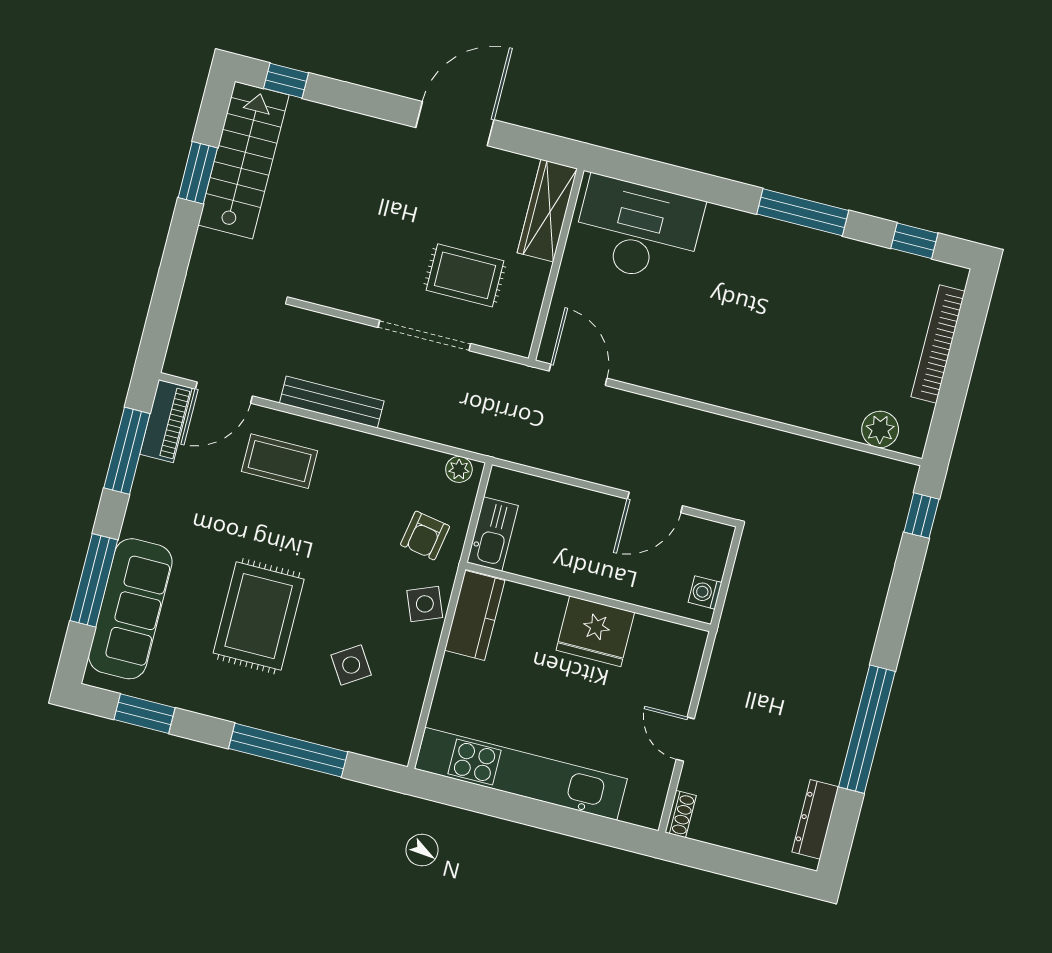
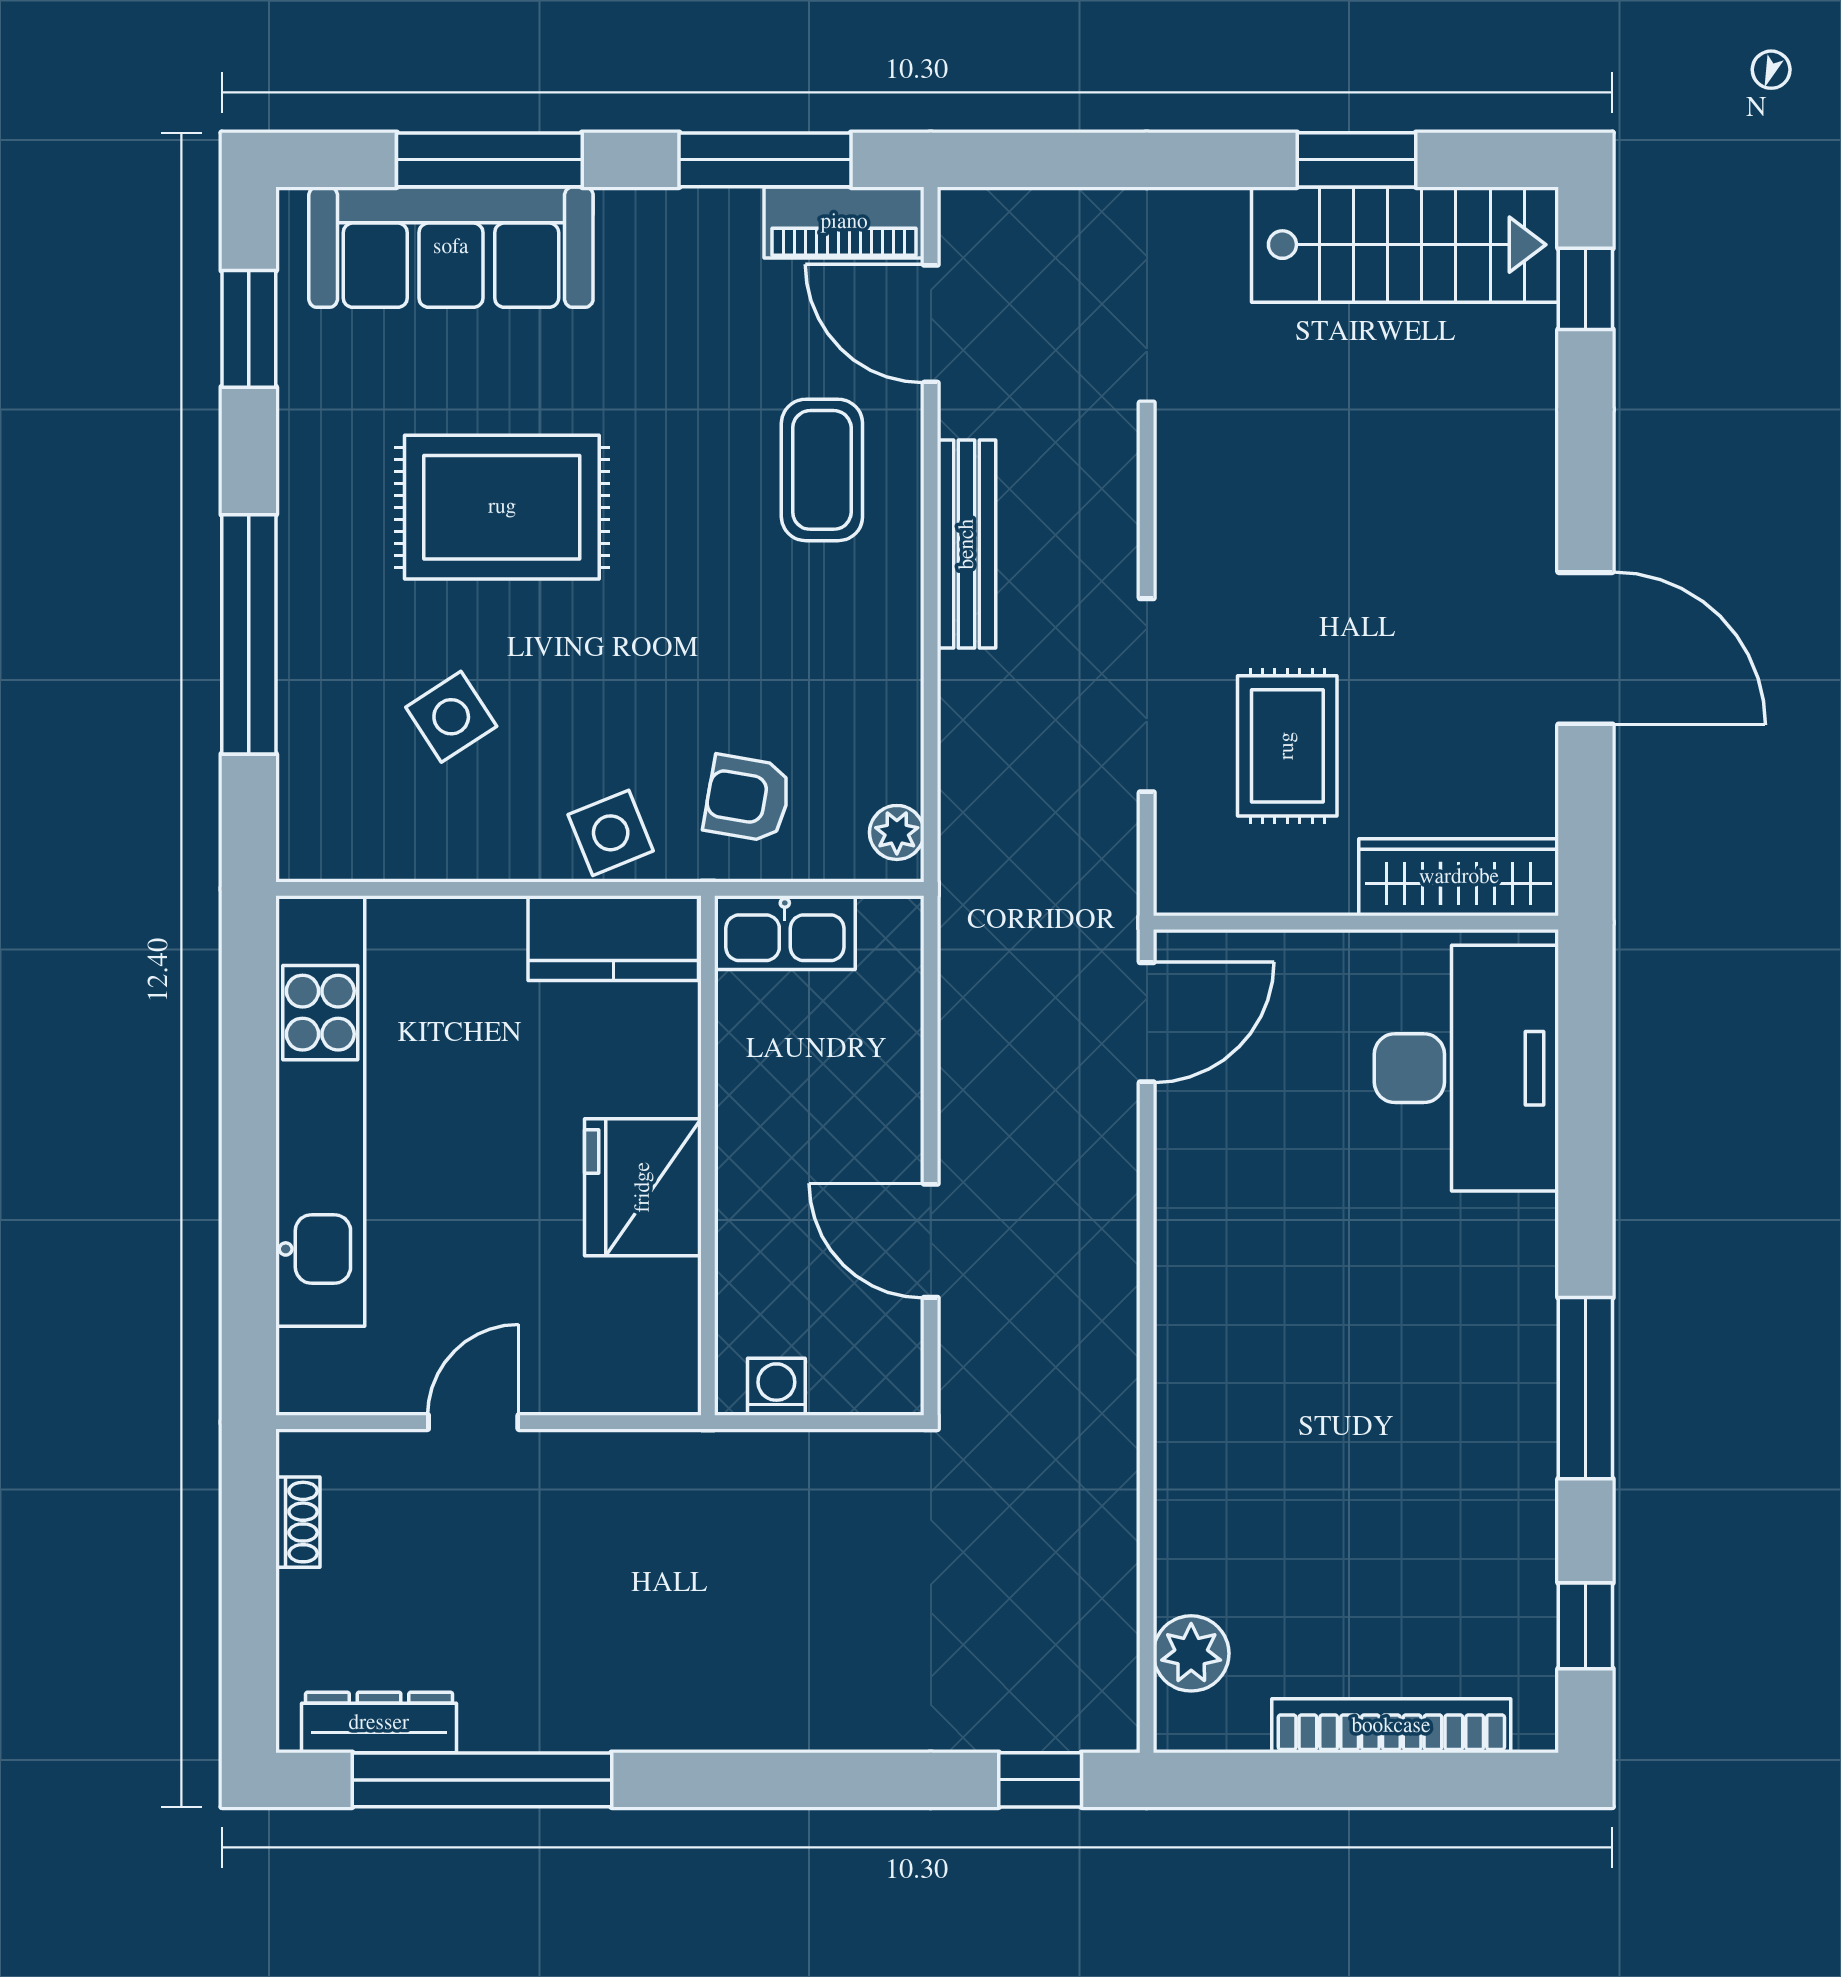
window: (867, 729) -> (482, 1780), moved
shoe rack: (681, 814) -> (298, 1522), moved, turned -90

